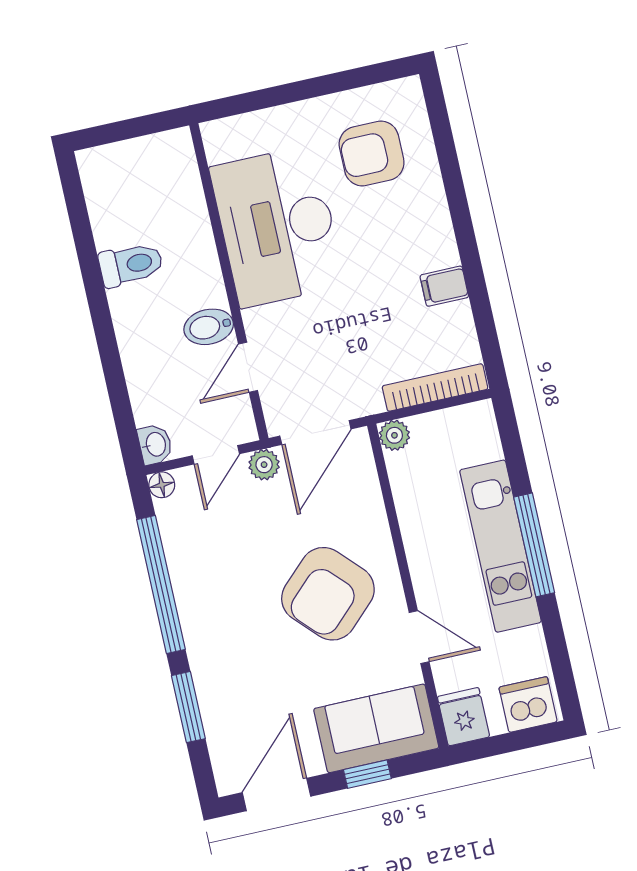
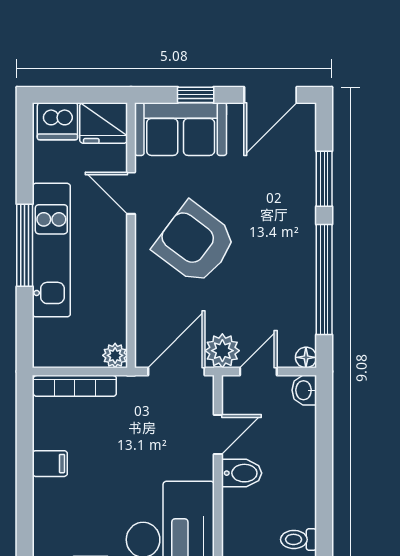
toilet: (131, 265) -> (299, 539), width x0.73, depth x0.72
plant: (264, 465) -> (222, 351), width x1.38, depth x1.38
armchair: (328, 594) -> (195, 243), turned -99
fridge: (463, 717) -> (104, 123), width x1.38

